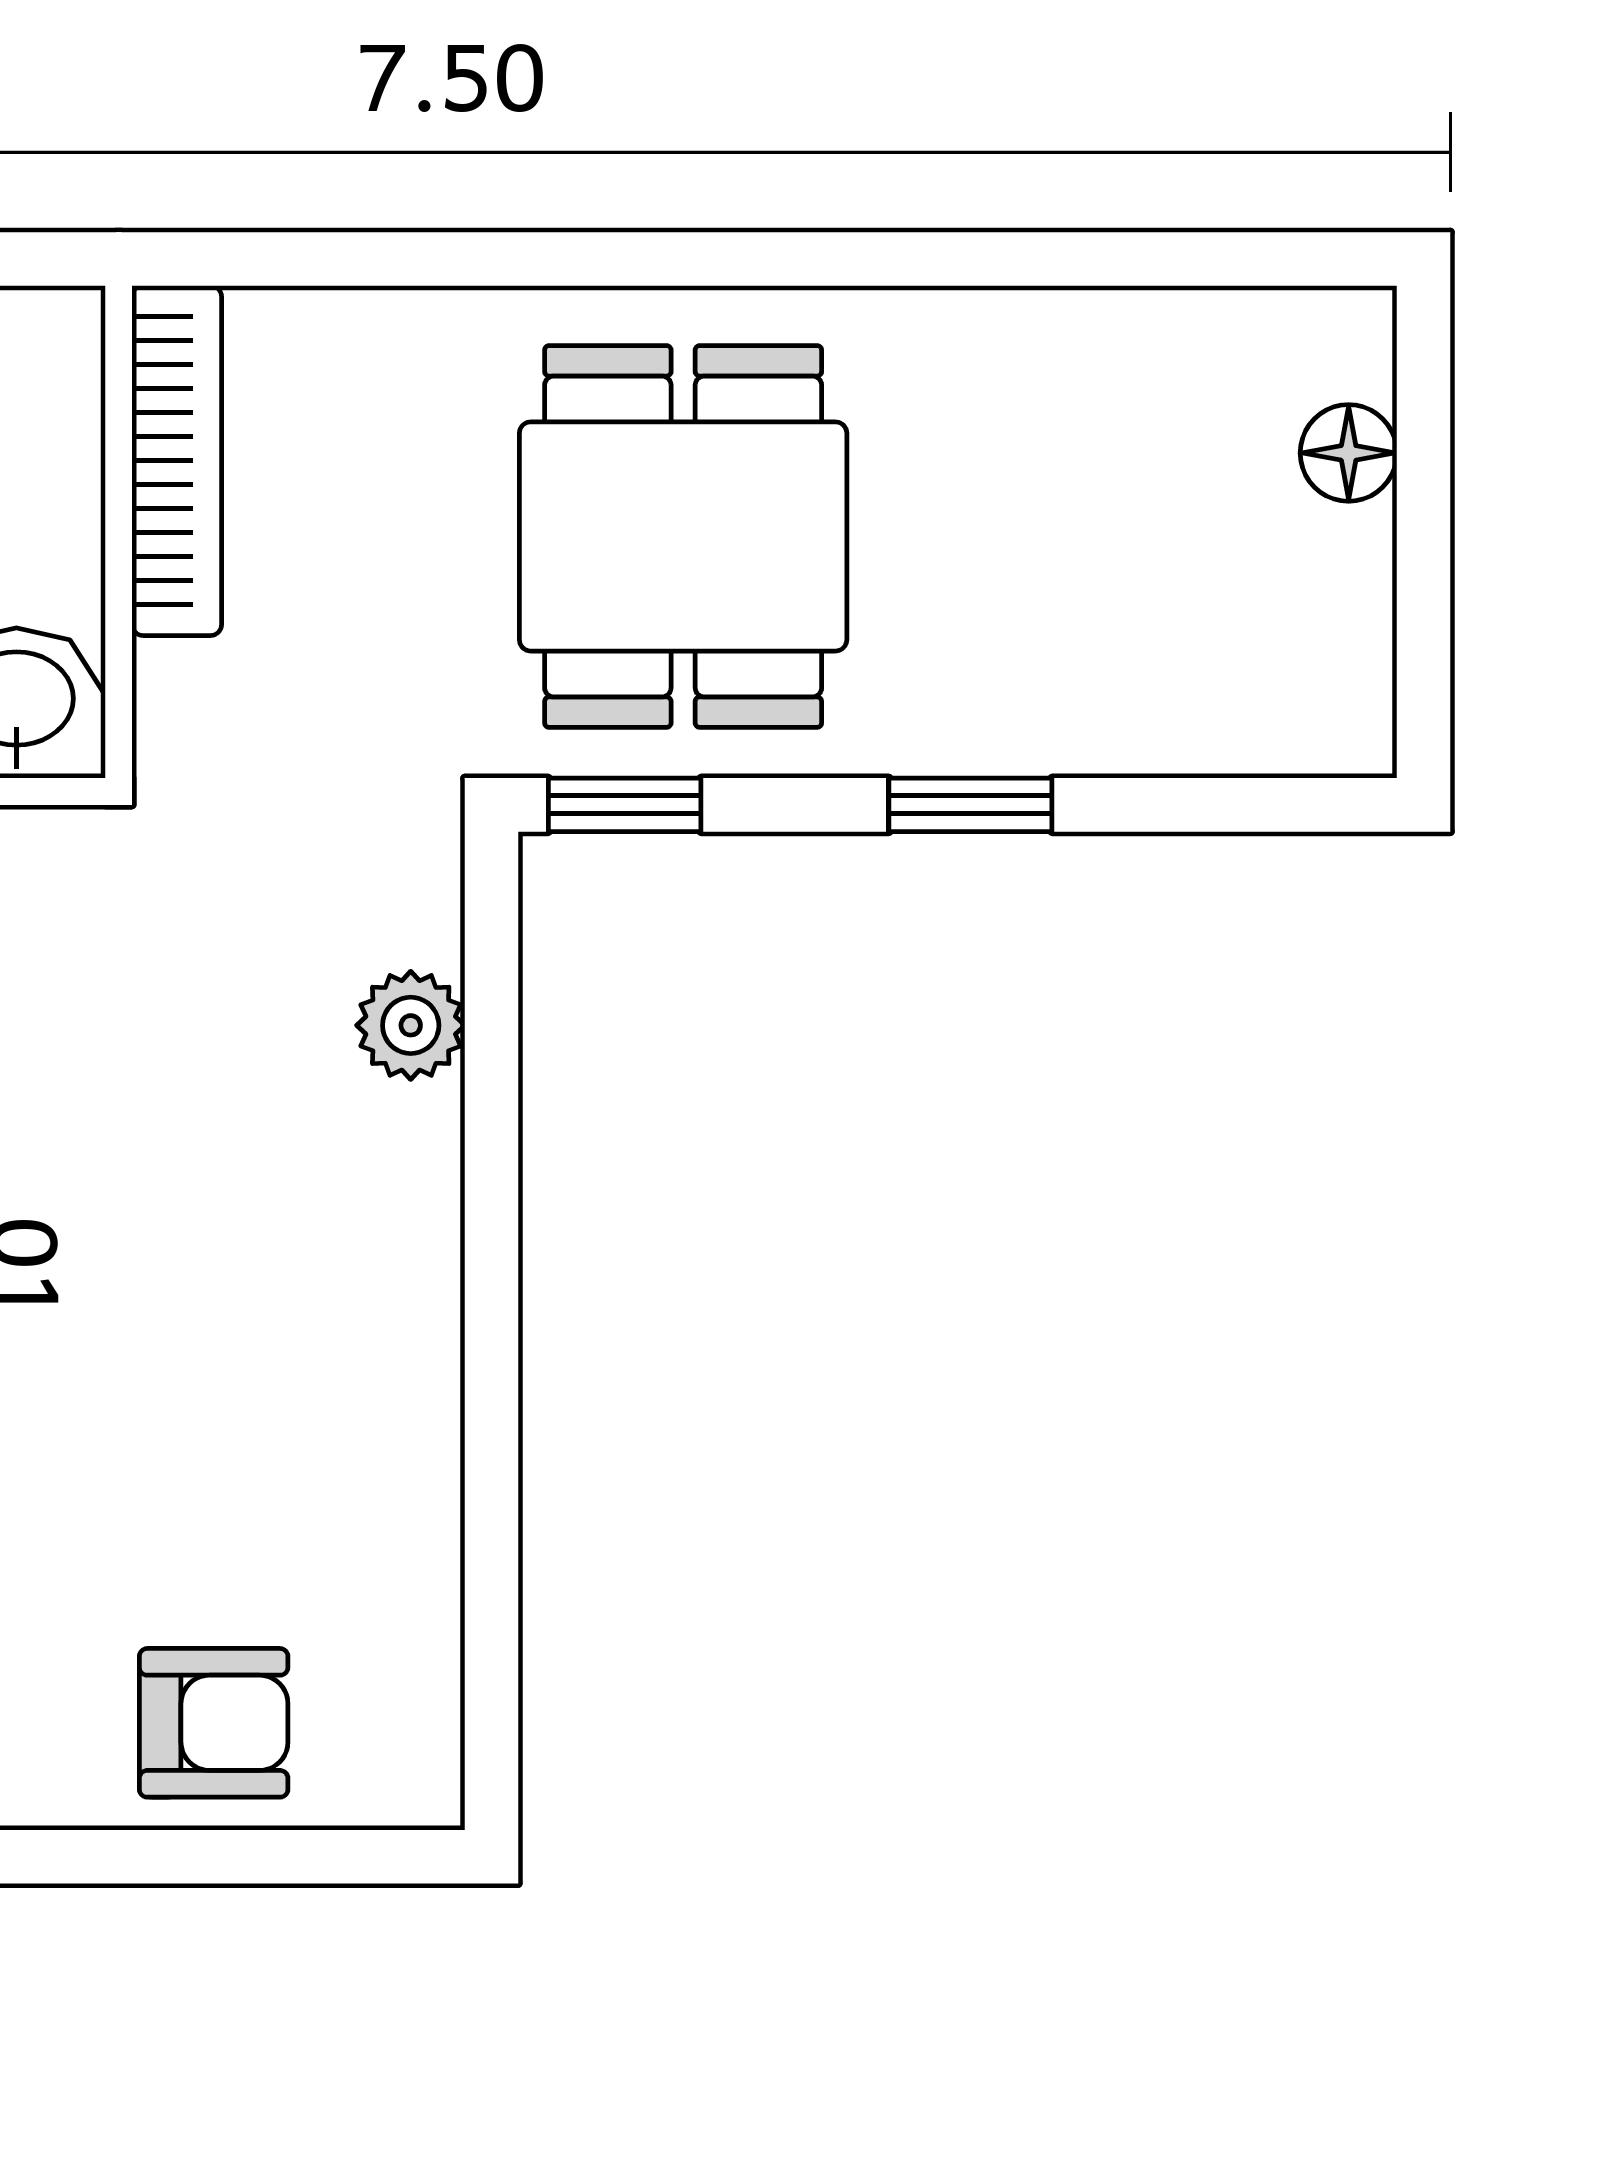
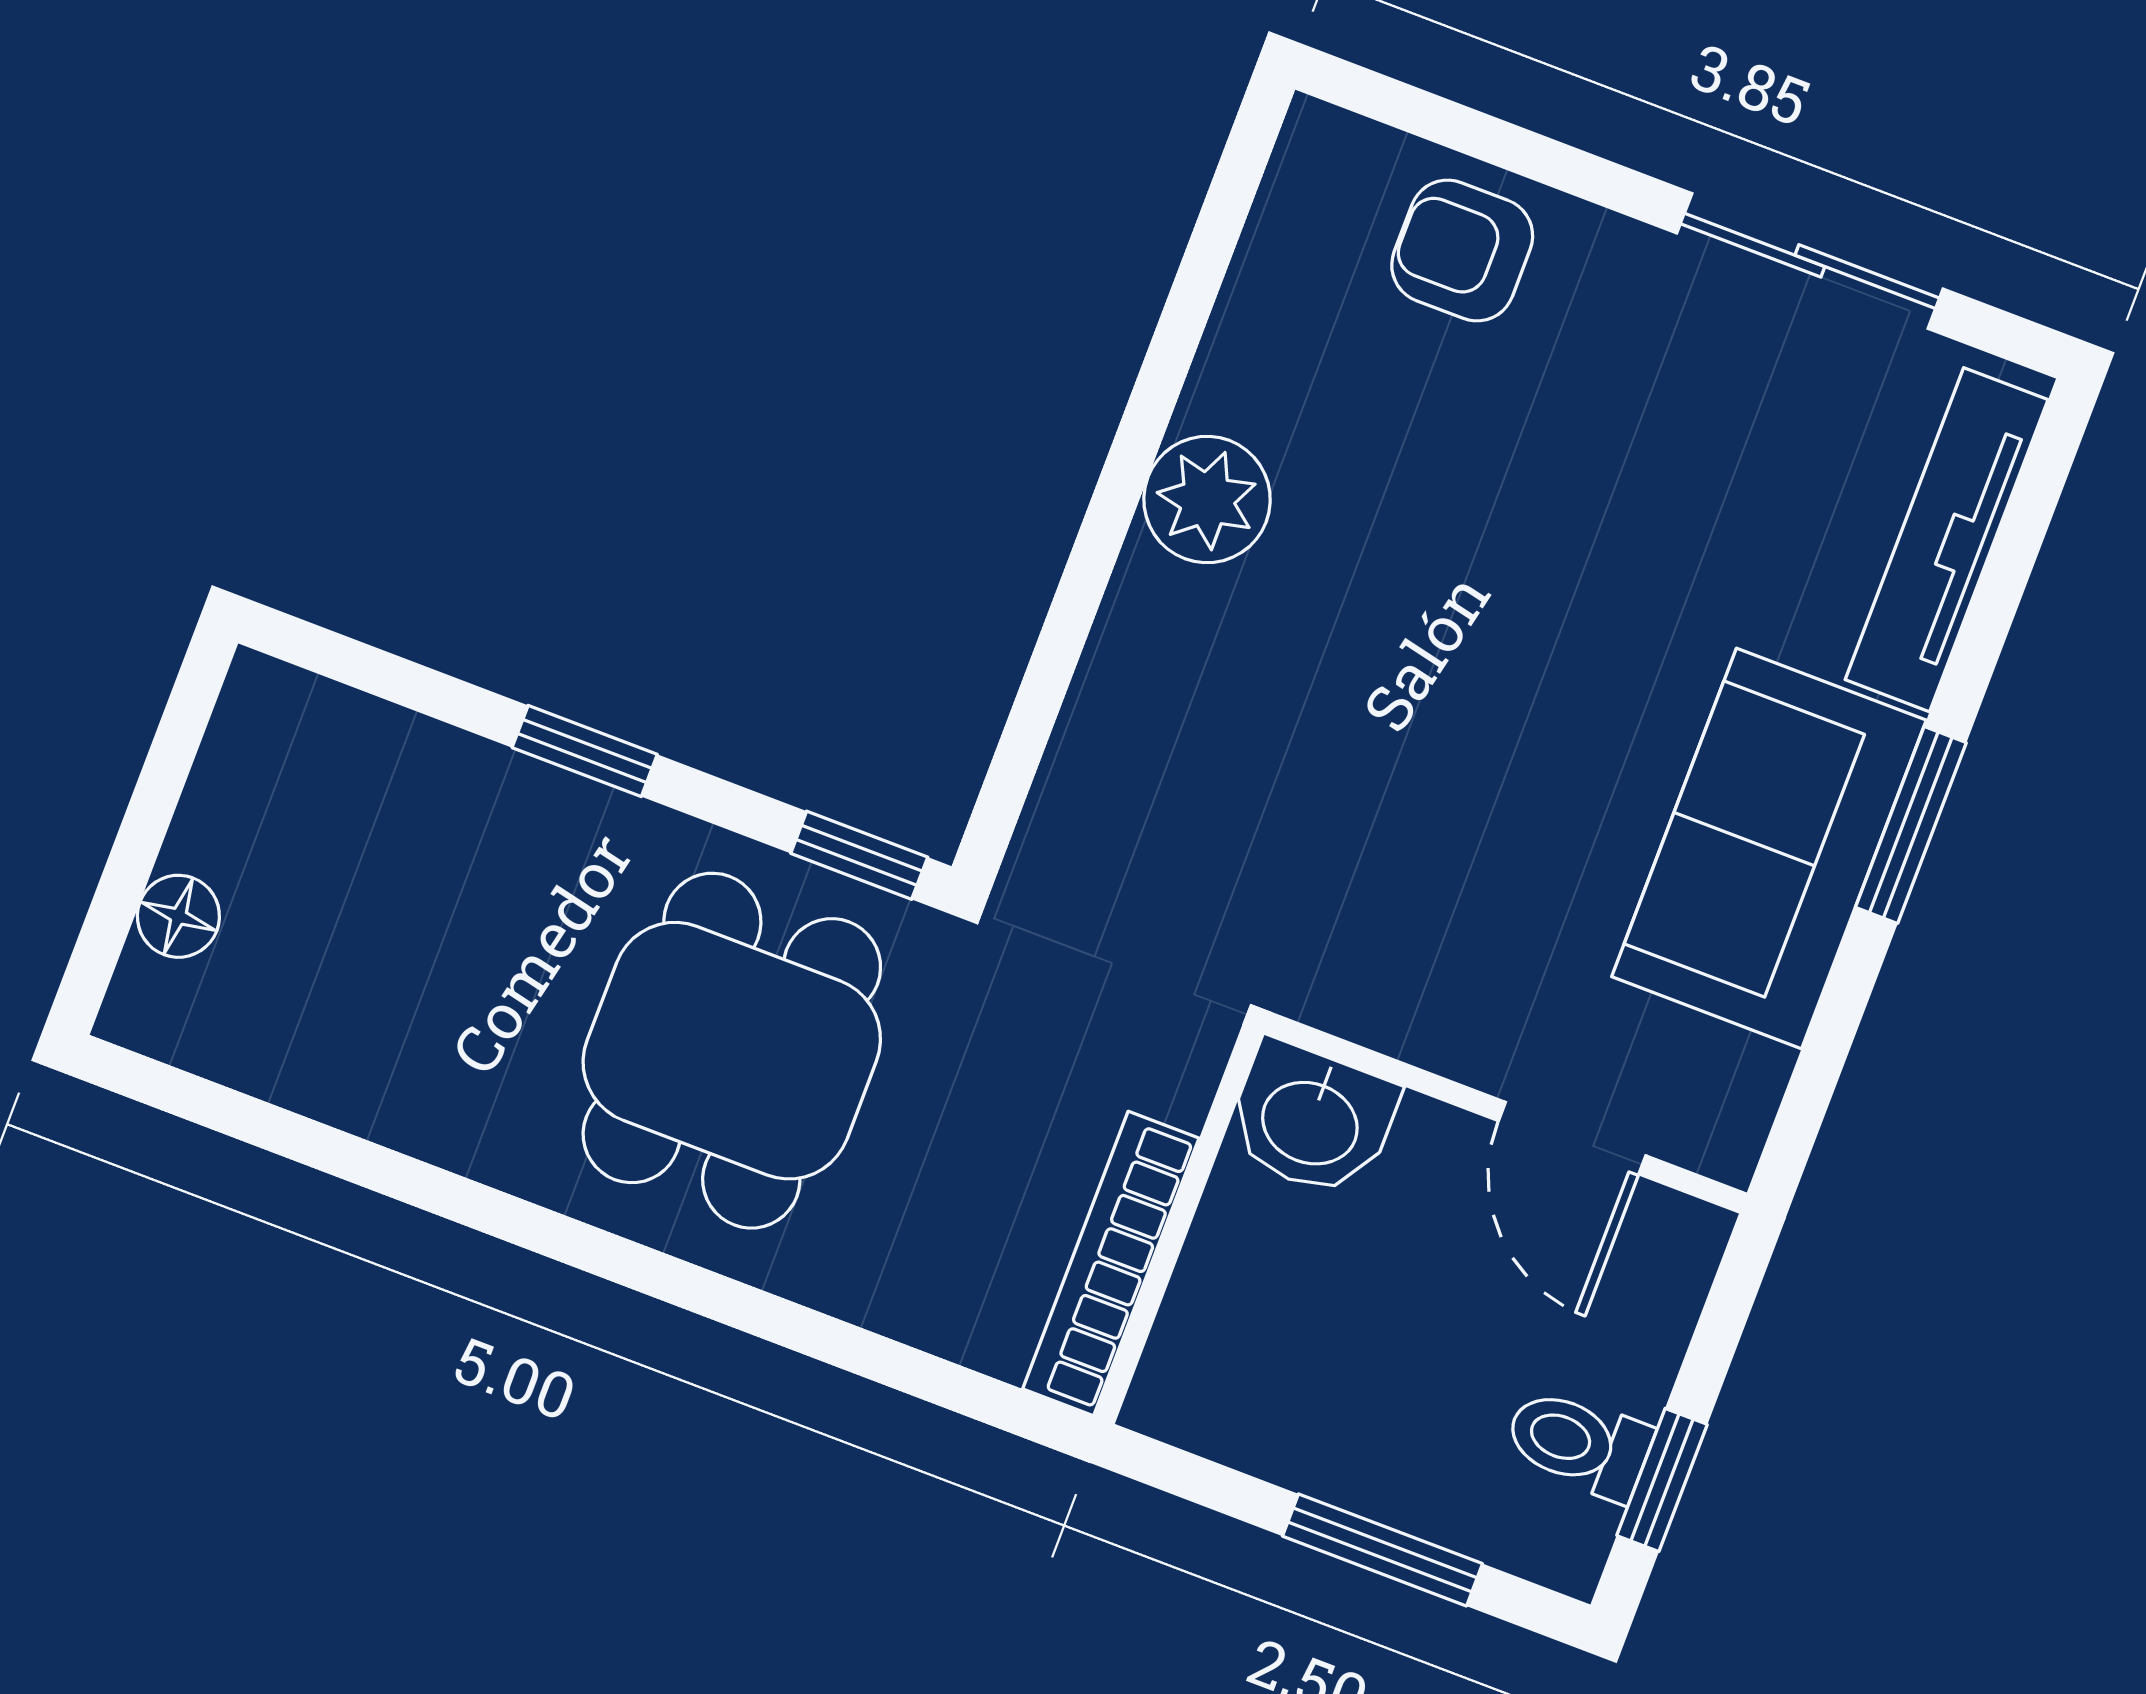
plant: (411, 1025) -> (1207, 500), moved, width x1.38, depth x1.38

